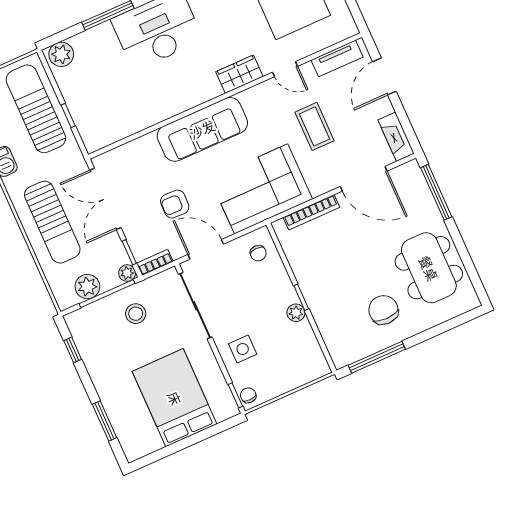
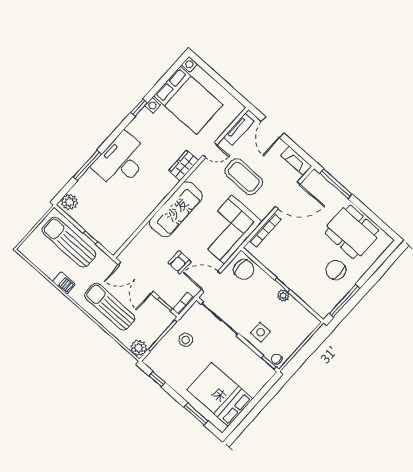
coffee table: (315, 126) -> (244, 177), width x1.36, depth x1.32
sun lounger: (52, 222) -> (110, 307), turned 180
chair: (258, 253) -> (244, 270), width x1.87, depth x1.87
plant: (127, 273) -> (169, 317), removed
plant: (87, 287) -> (139, 348), moved
bed: (175, 398) -> (220, 394), moved

